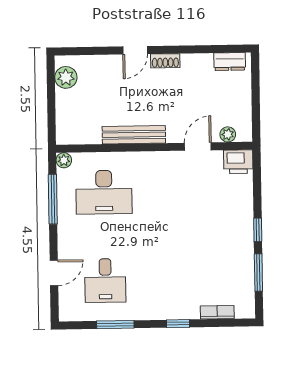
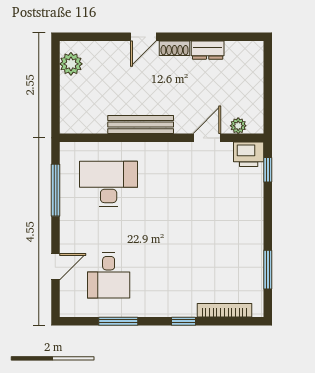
dresser: (230, 62) -> (208, 50), moved
plant: (64, 160) -> (67, 150), removed
desk: (104, 192) -> (109, 184), turned 180
window: (258, 230) -> (268, 170), moved
bookcase: (217, 312) -> (224, 310), width x1.56

